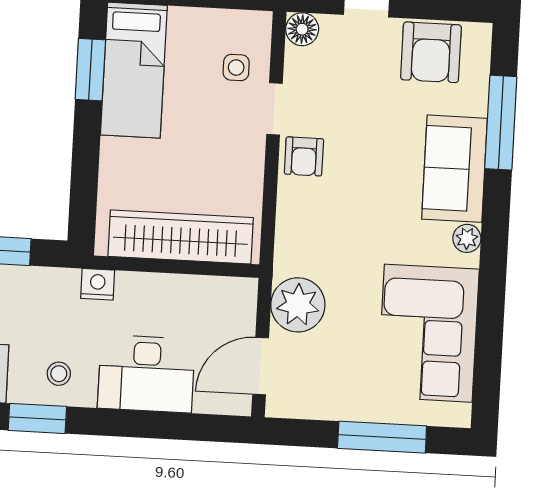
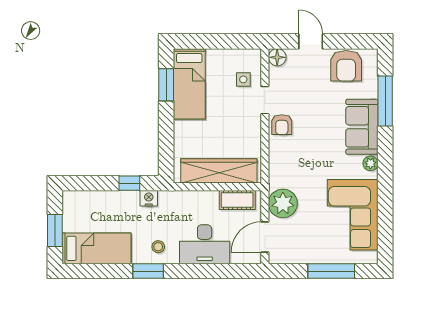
nightstand: (98, 284) -> (149, 198), moved
cot: (212, 294) -> (237, 200), added

